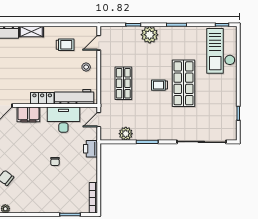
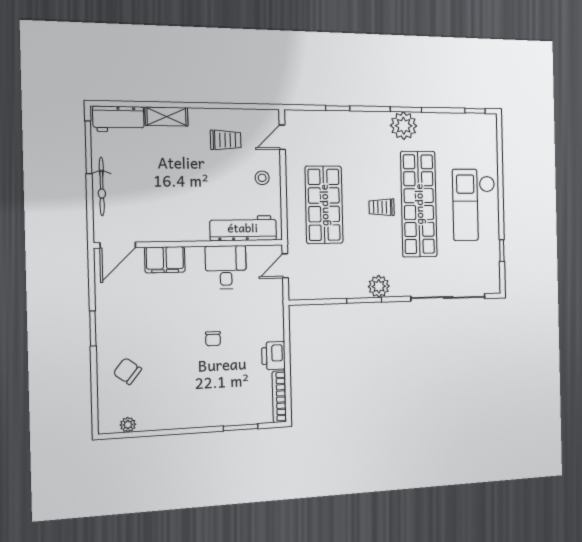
plant: (150, 35) -> (404, 126), moved
checkout: (221, 51) -> (474, 205), moved
shop shelf: (123, 83) -> (324, 205), width x1.43, depth x1.36
shop shelf: (184, 83) -> (419, 204), width x1.40
locker: (42, 98) -> (188, 231), removed
desk: (63, 120) -> (226, 267), width x0.73
plant: (126, 134) -> (379, 286), moved
printer: (90, 149) -> (273, 356), moved

